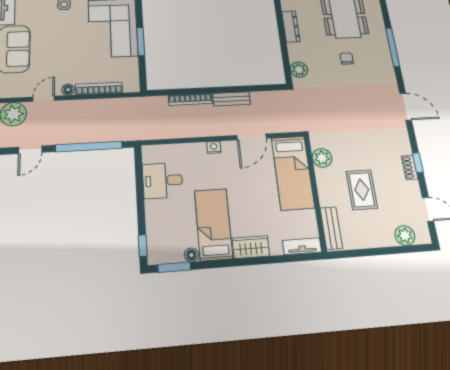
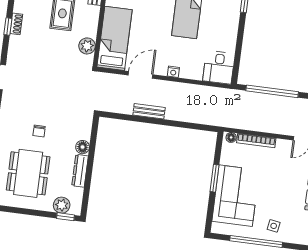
floor lamp: (295, 50) -> (83, 147), added
plant: (299, 70) -> (84, 128), removed
floor lamp: (68, 90) -> (231, 137), moved
bookcase: (190, 99) -> (183, 117), removed
desk: (163, 181) -> (219, 67), moved, turned 90

